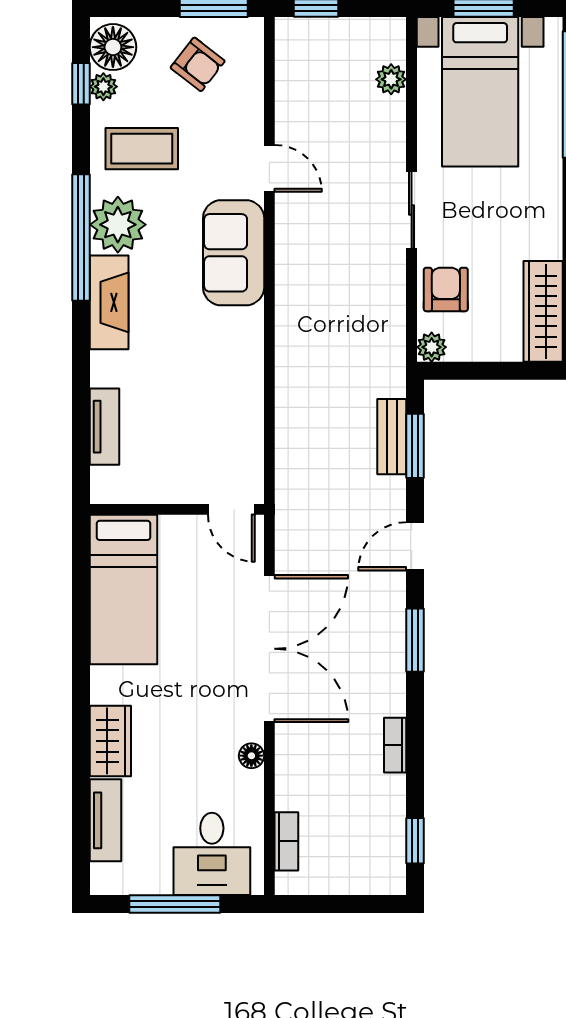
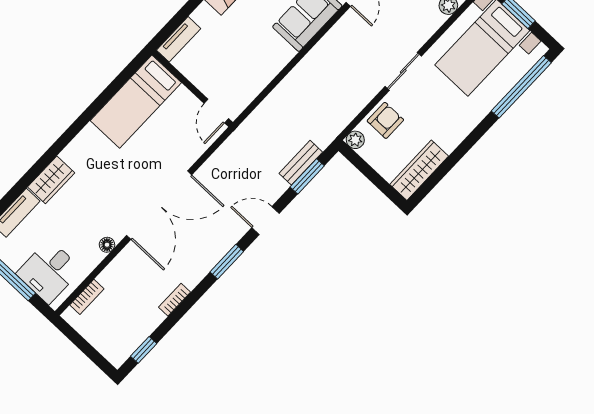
wall: (177, 509) -> (192, 88), moved
door: (231, 509) -> (216, 111), moved
bed: (123, 590) -> (136, 102), moved

